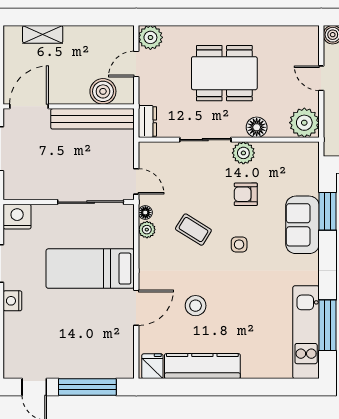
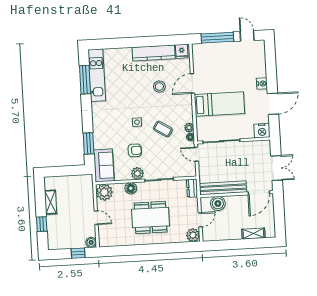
sofa: (302, 225) -> (104, 165), moved

